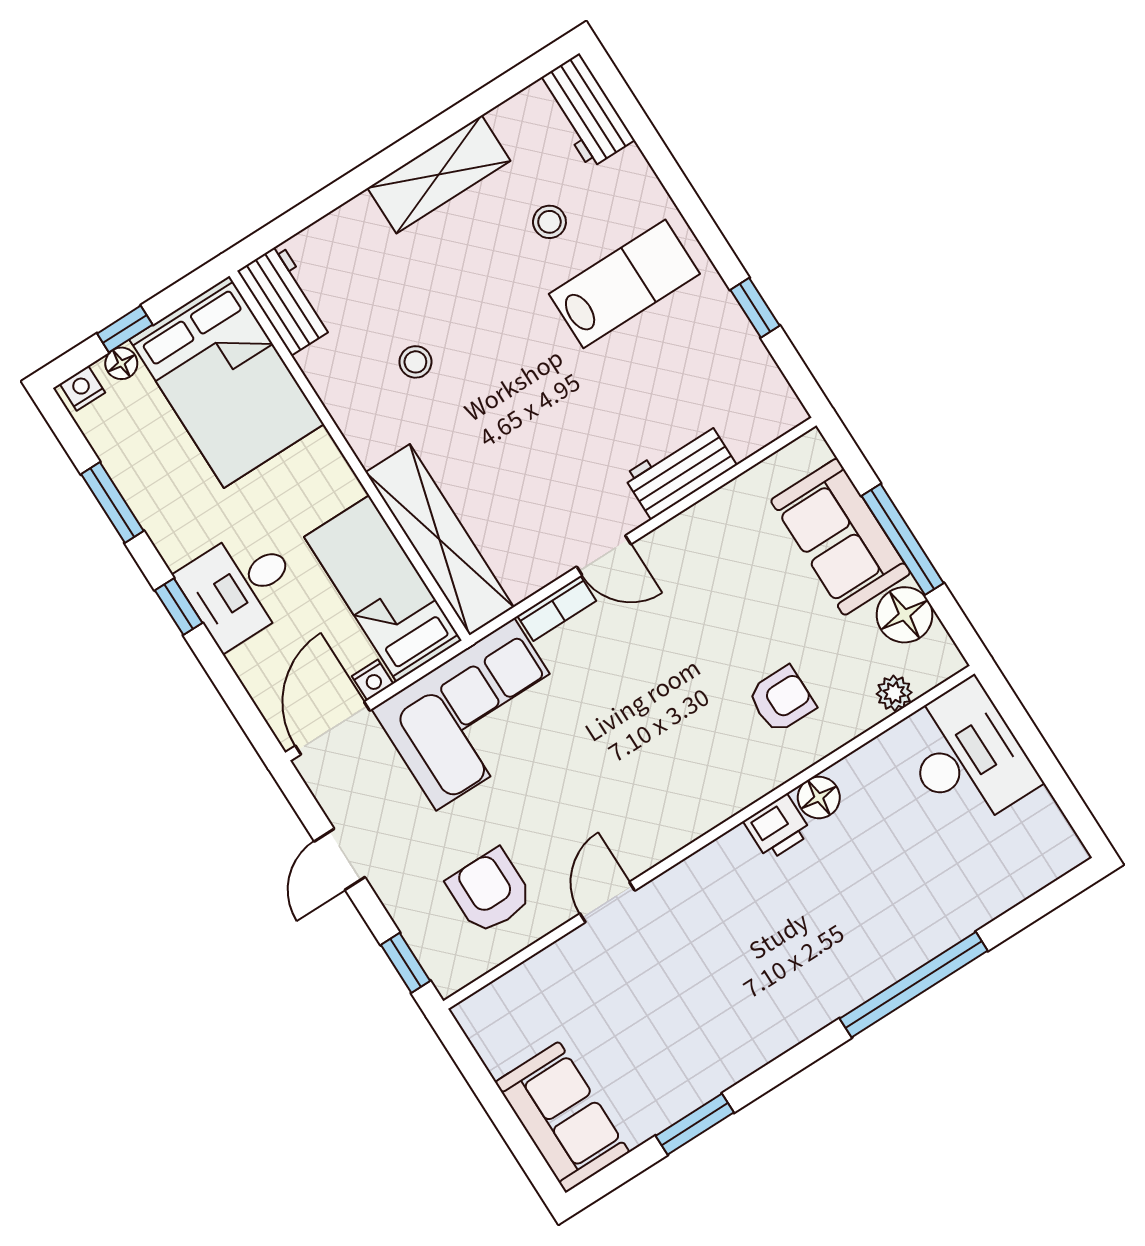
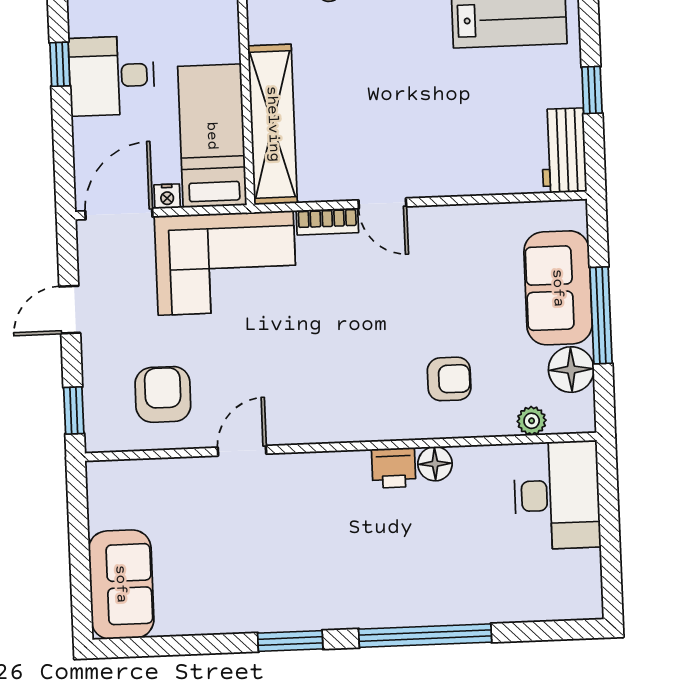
workbench: (680, 470) -> (564, 150), moved, turned -90
window: (695, 1124) -> (290, 641), moved

